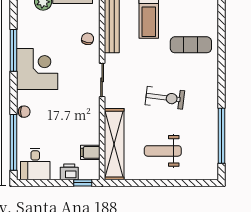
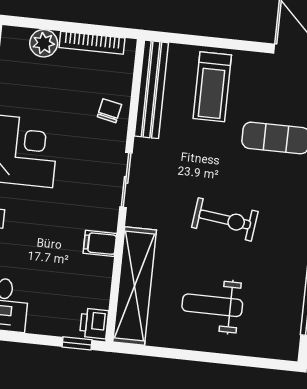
filing cabinet: (90, 152) -> (100, 243), moved
printer: (69, 172) -> (94, 323), moved, turned -90

